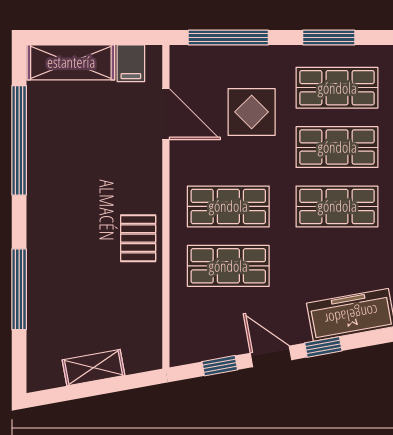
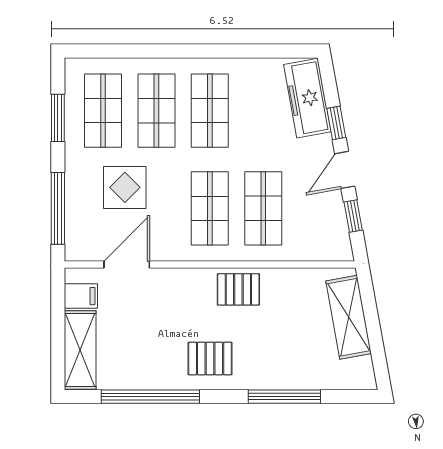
pallet: (61, 207) -> (210, 359), added
shelving: (94, 368) -> (349, 317), width x1.50, depth x1.33

